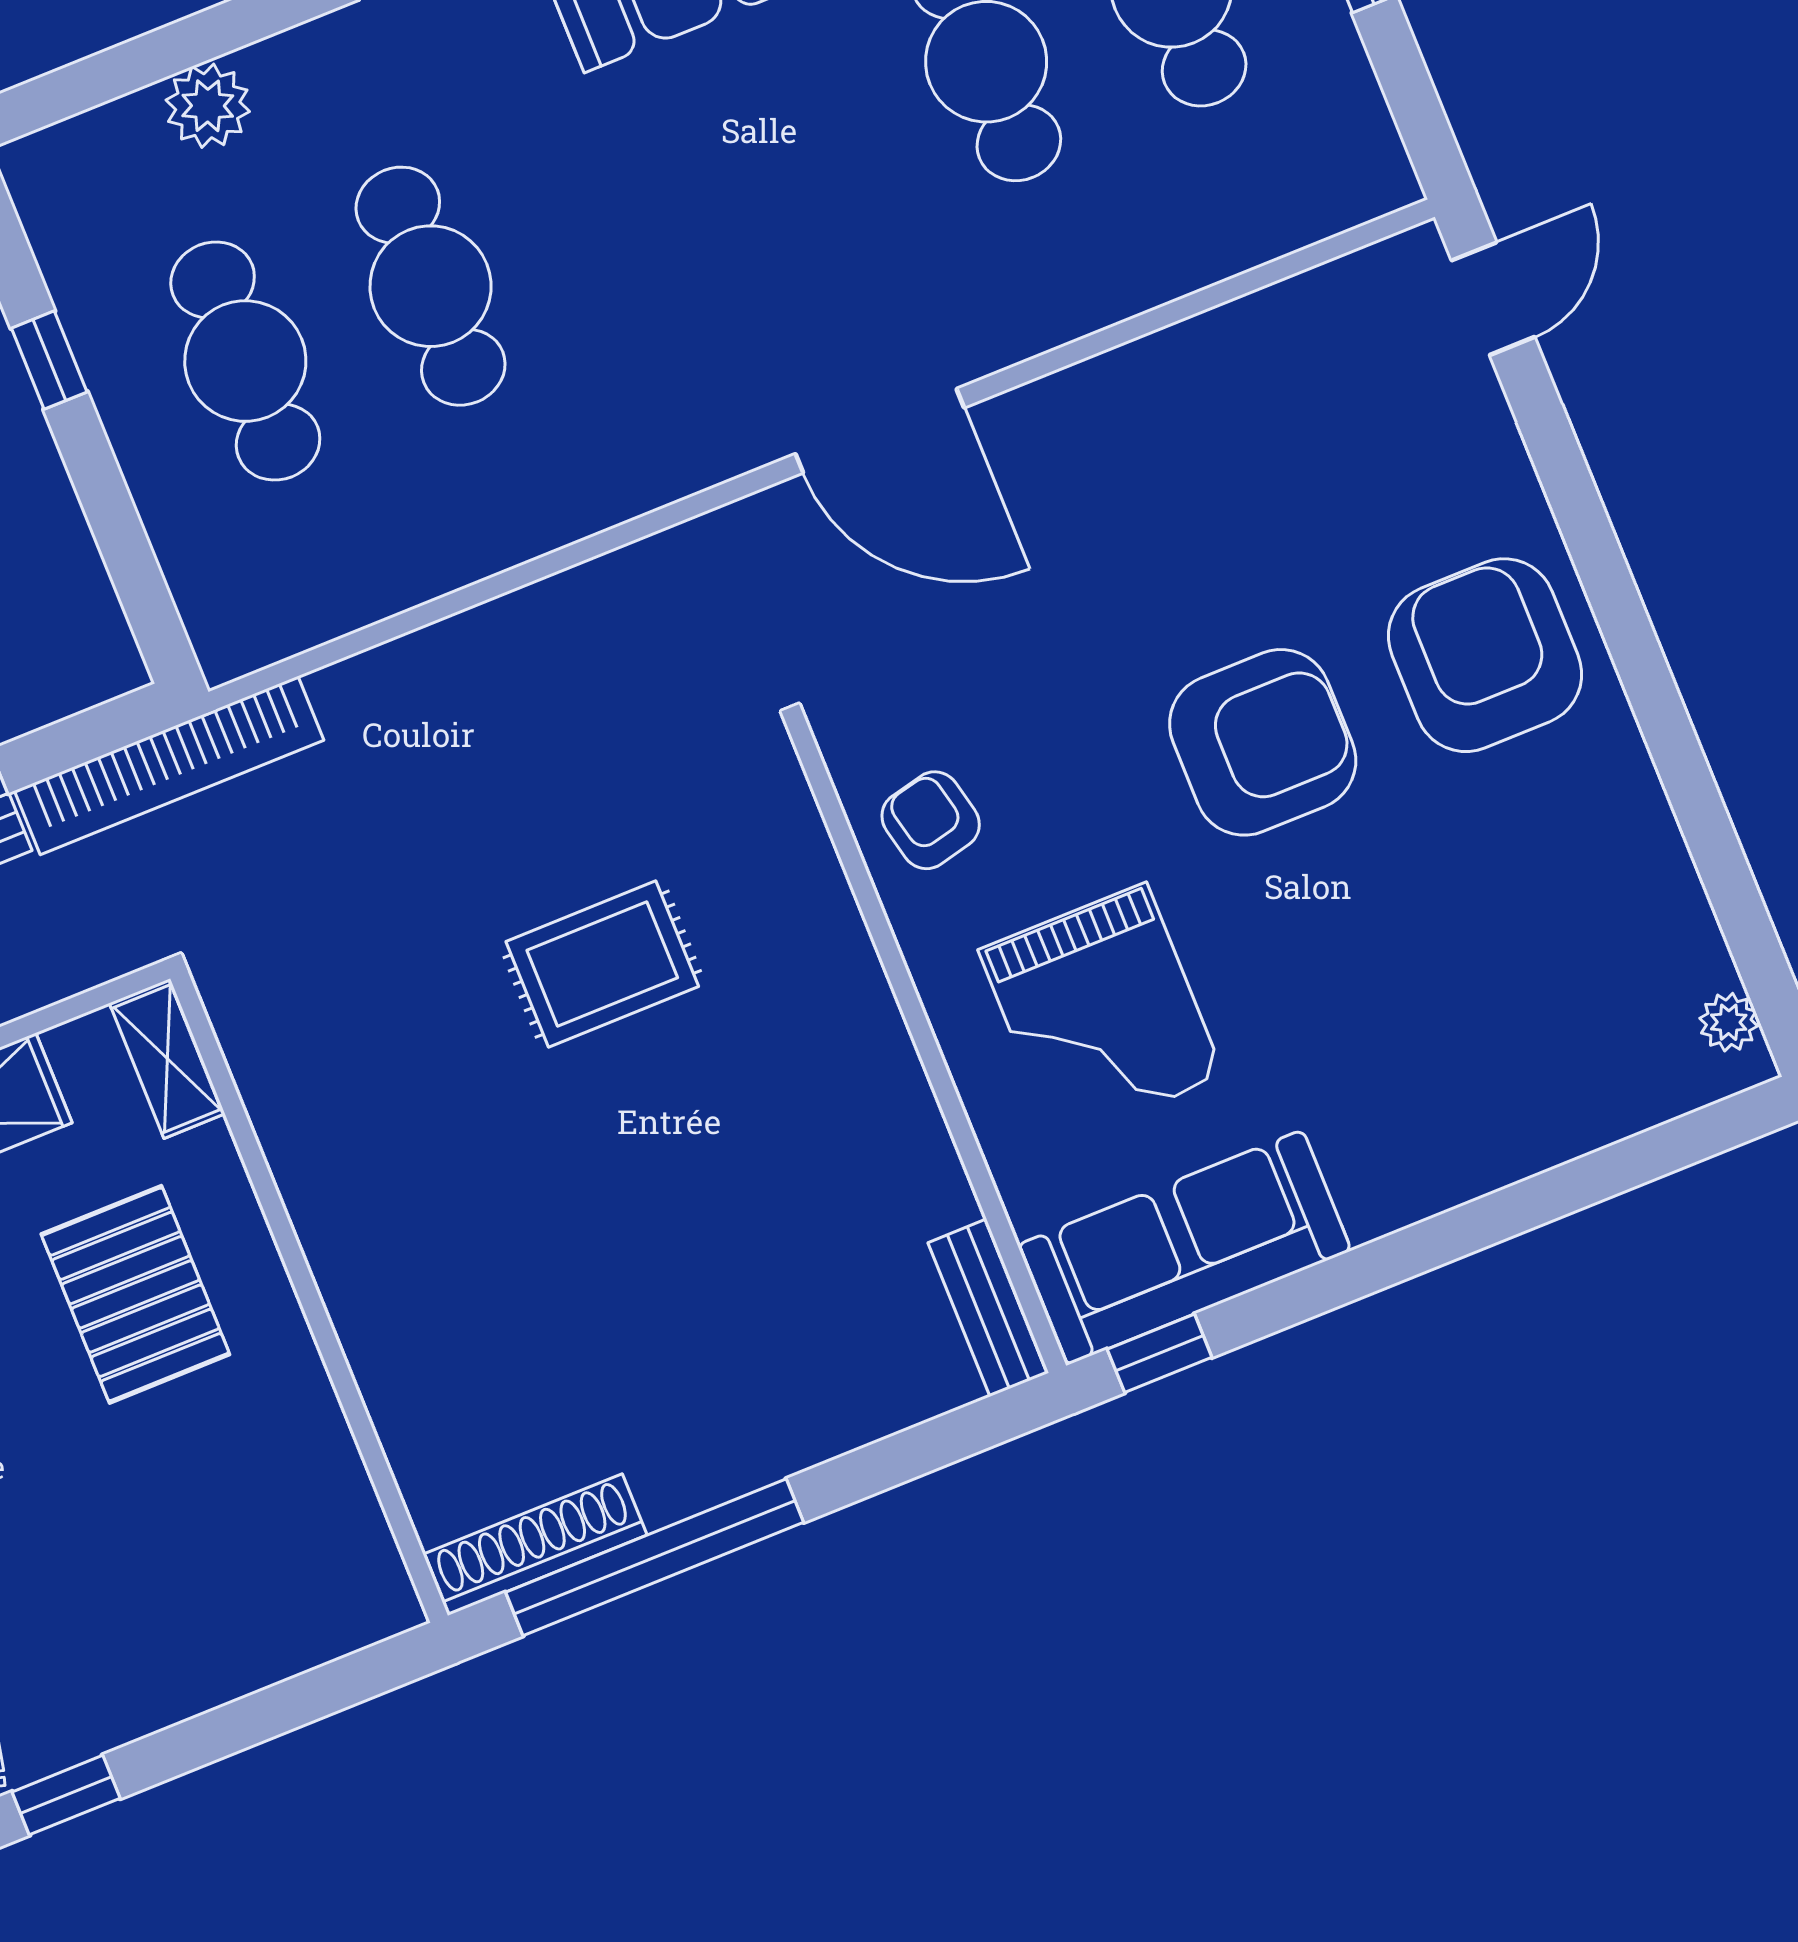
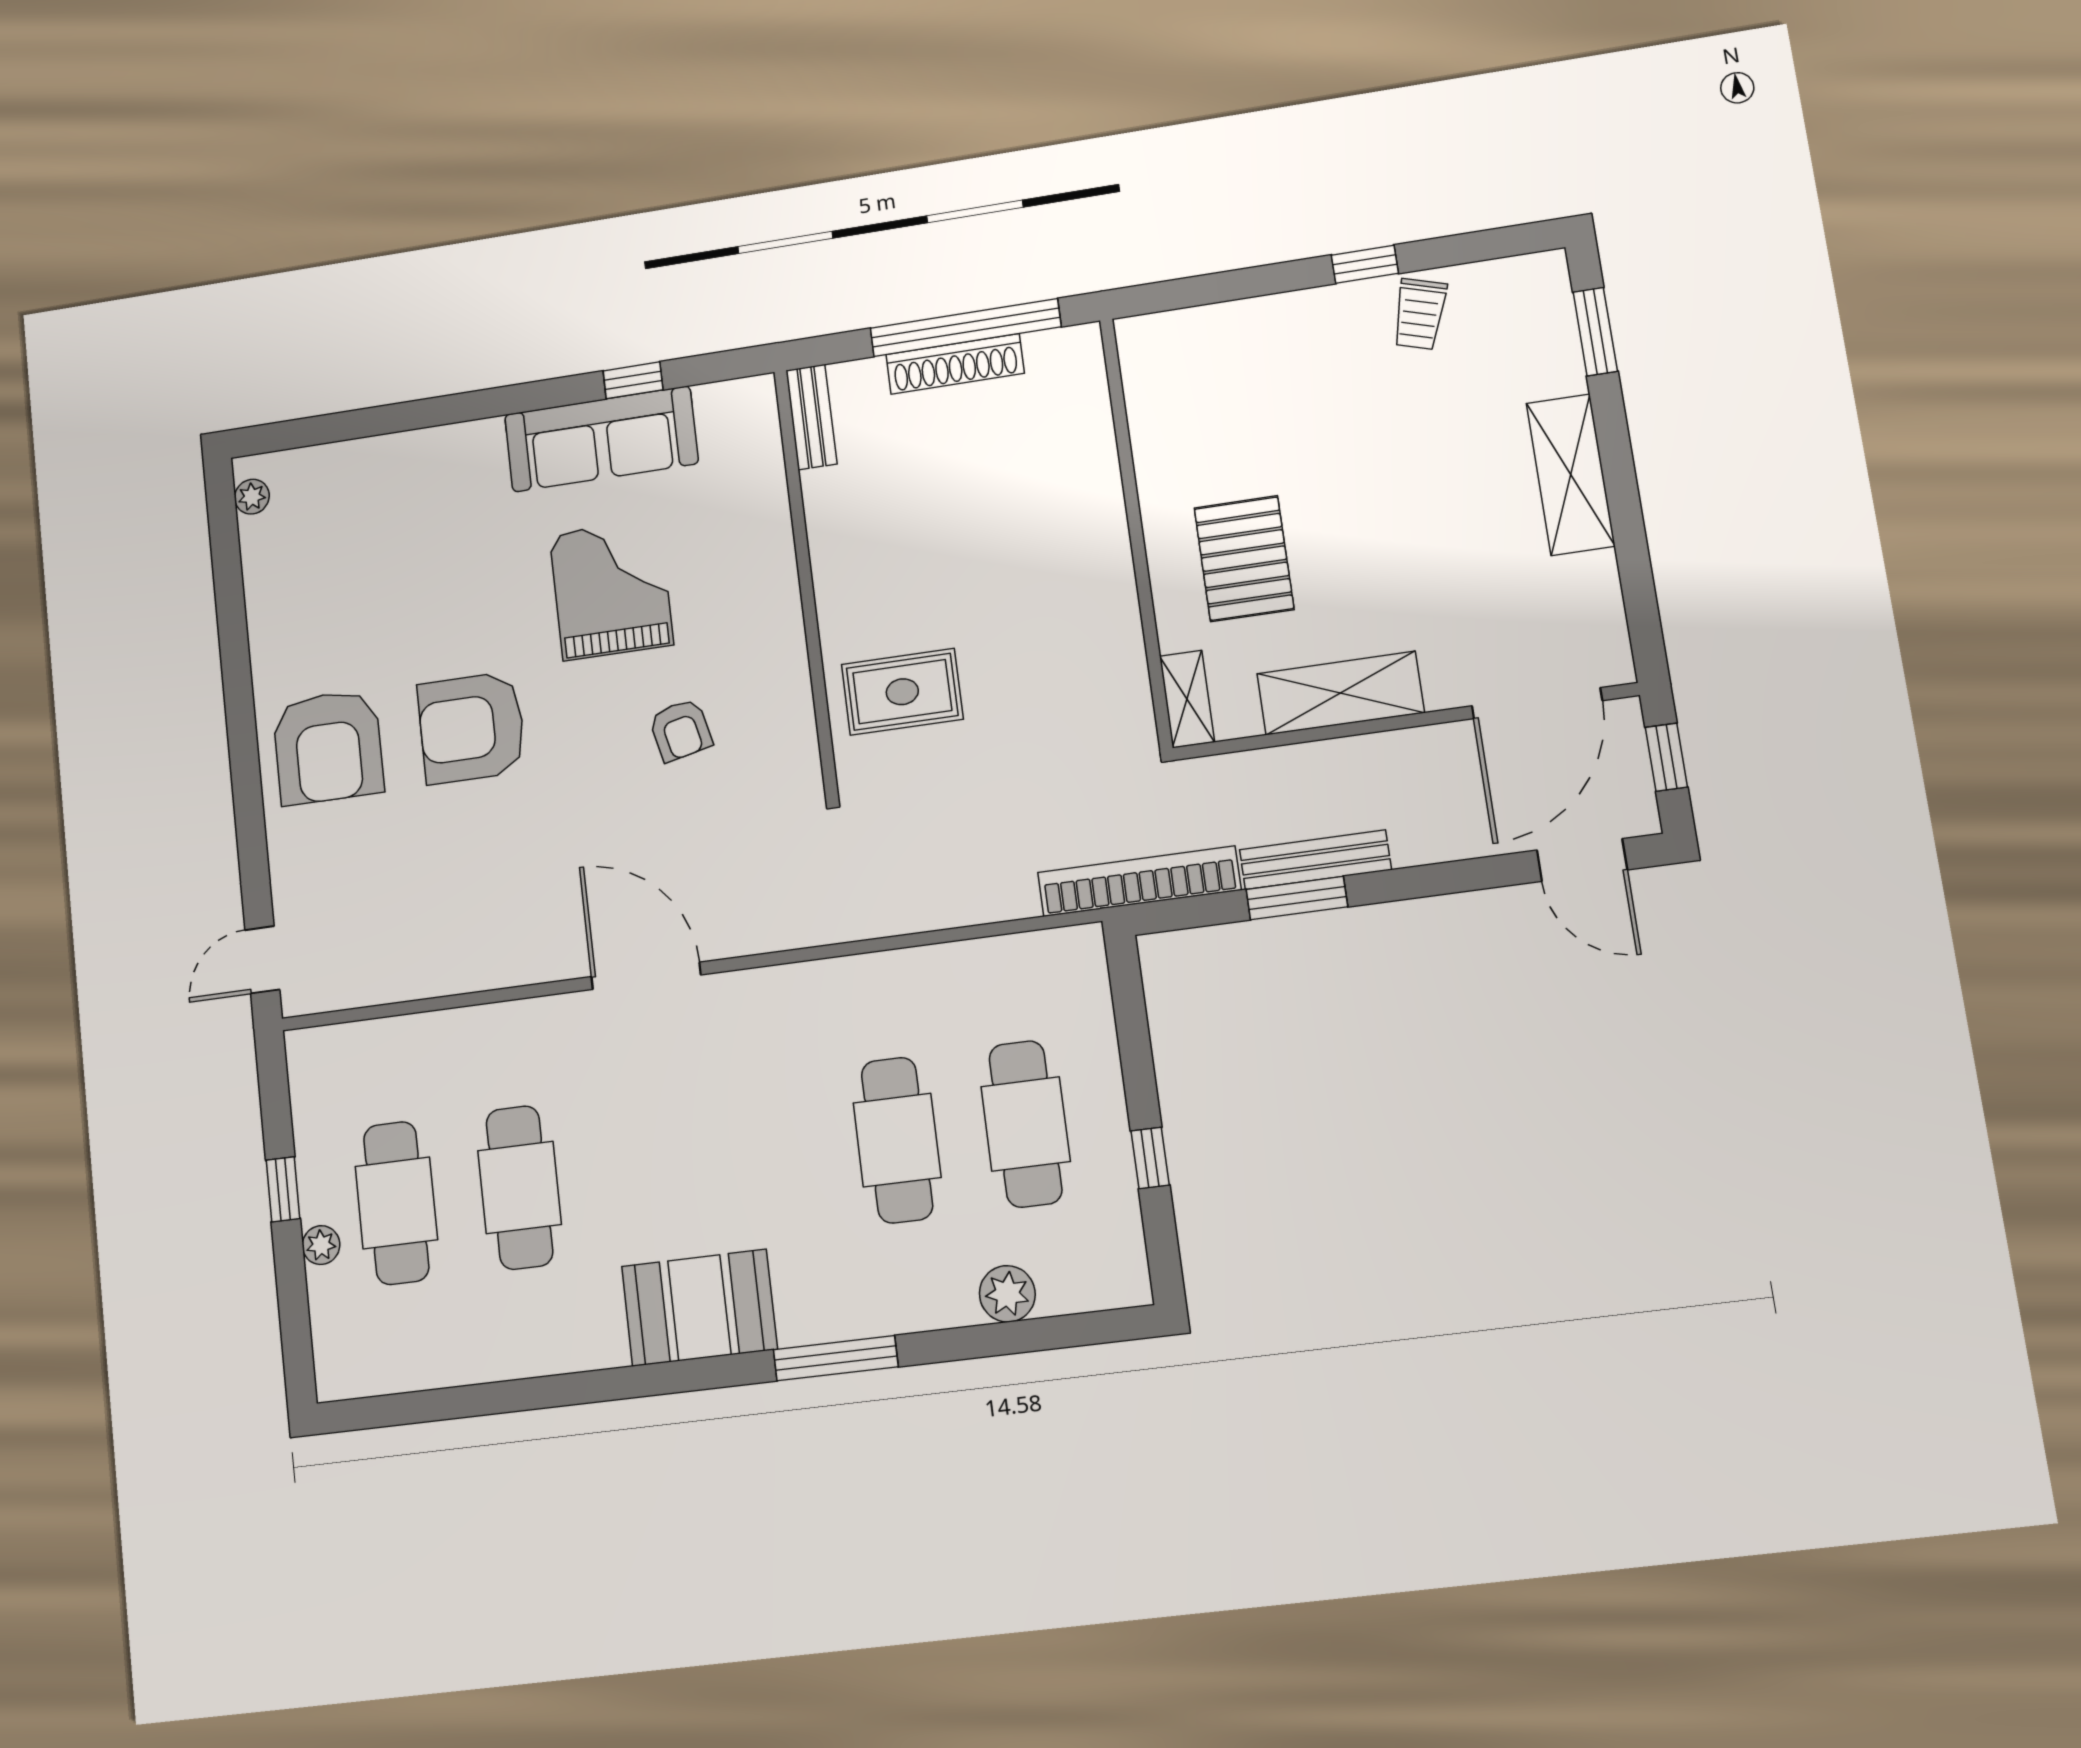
wall: (927, 1047) -> (806, 581), moved
bench: (988, 1308) -> (811, 417), moved
shoe rack: (535, 1545) -> (955, 364), moved

